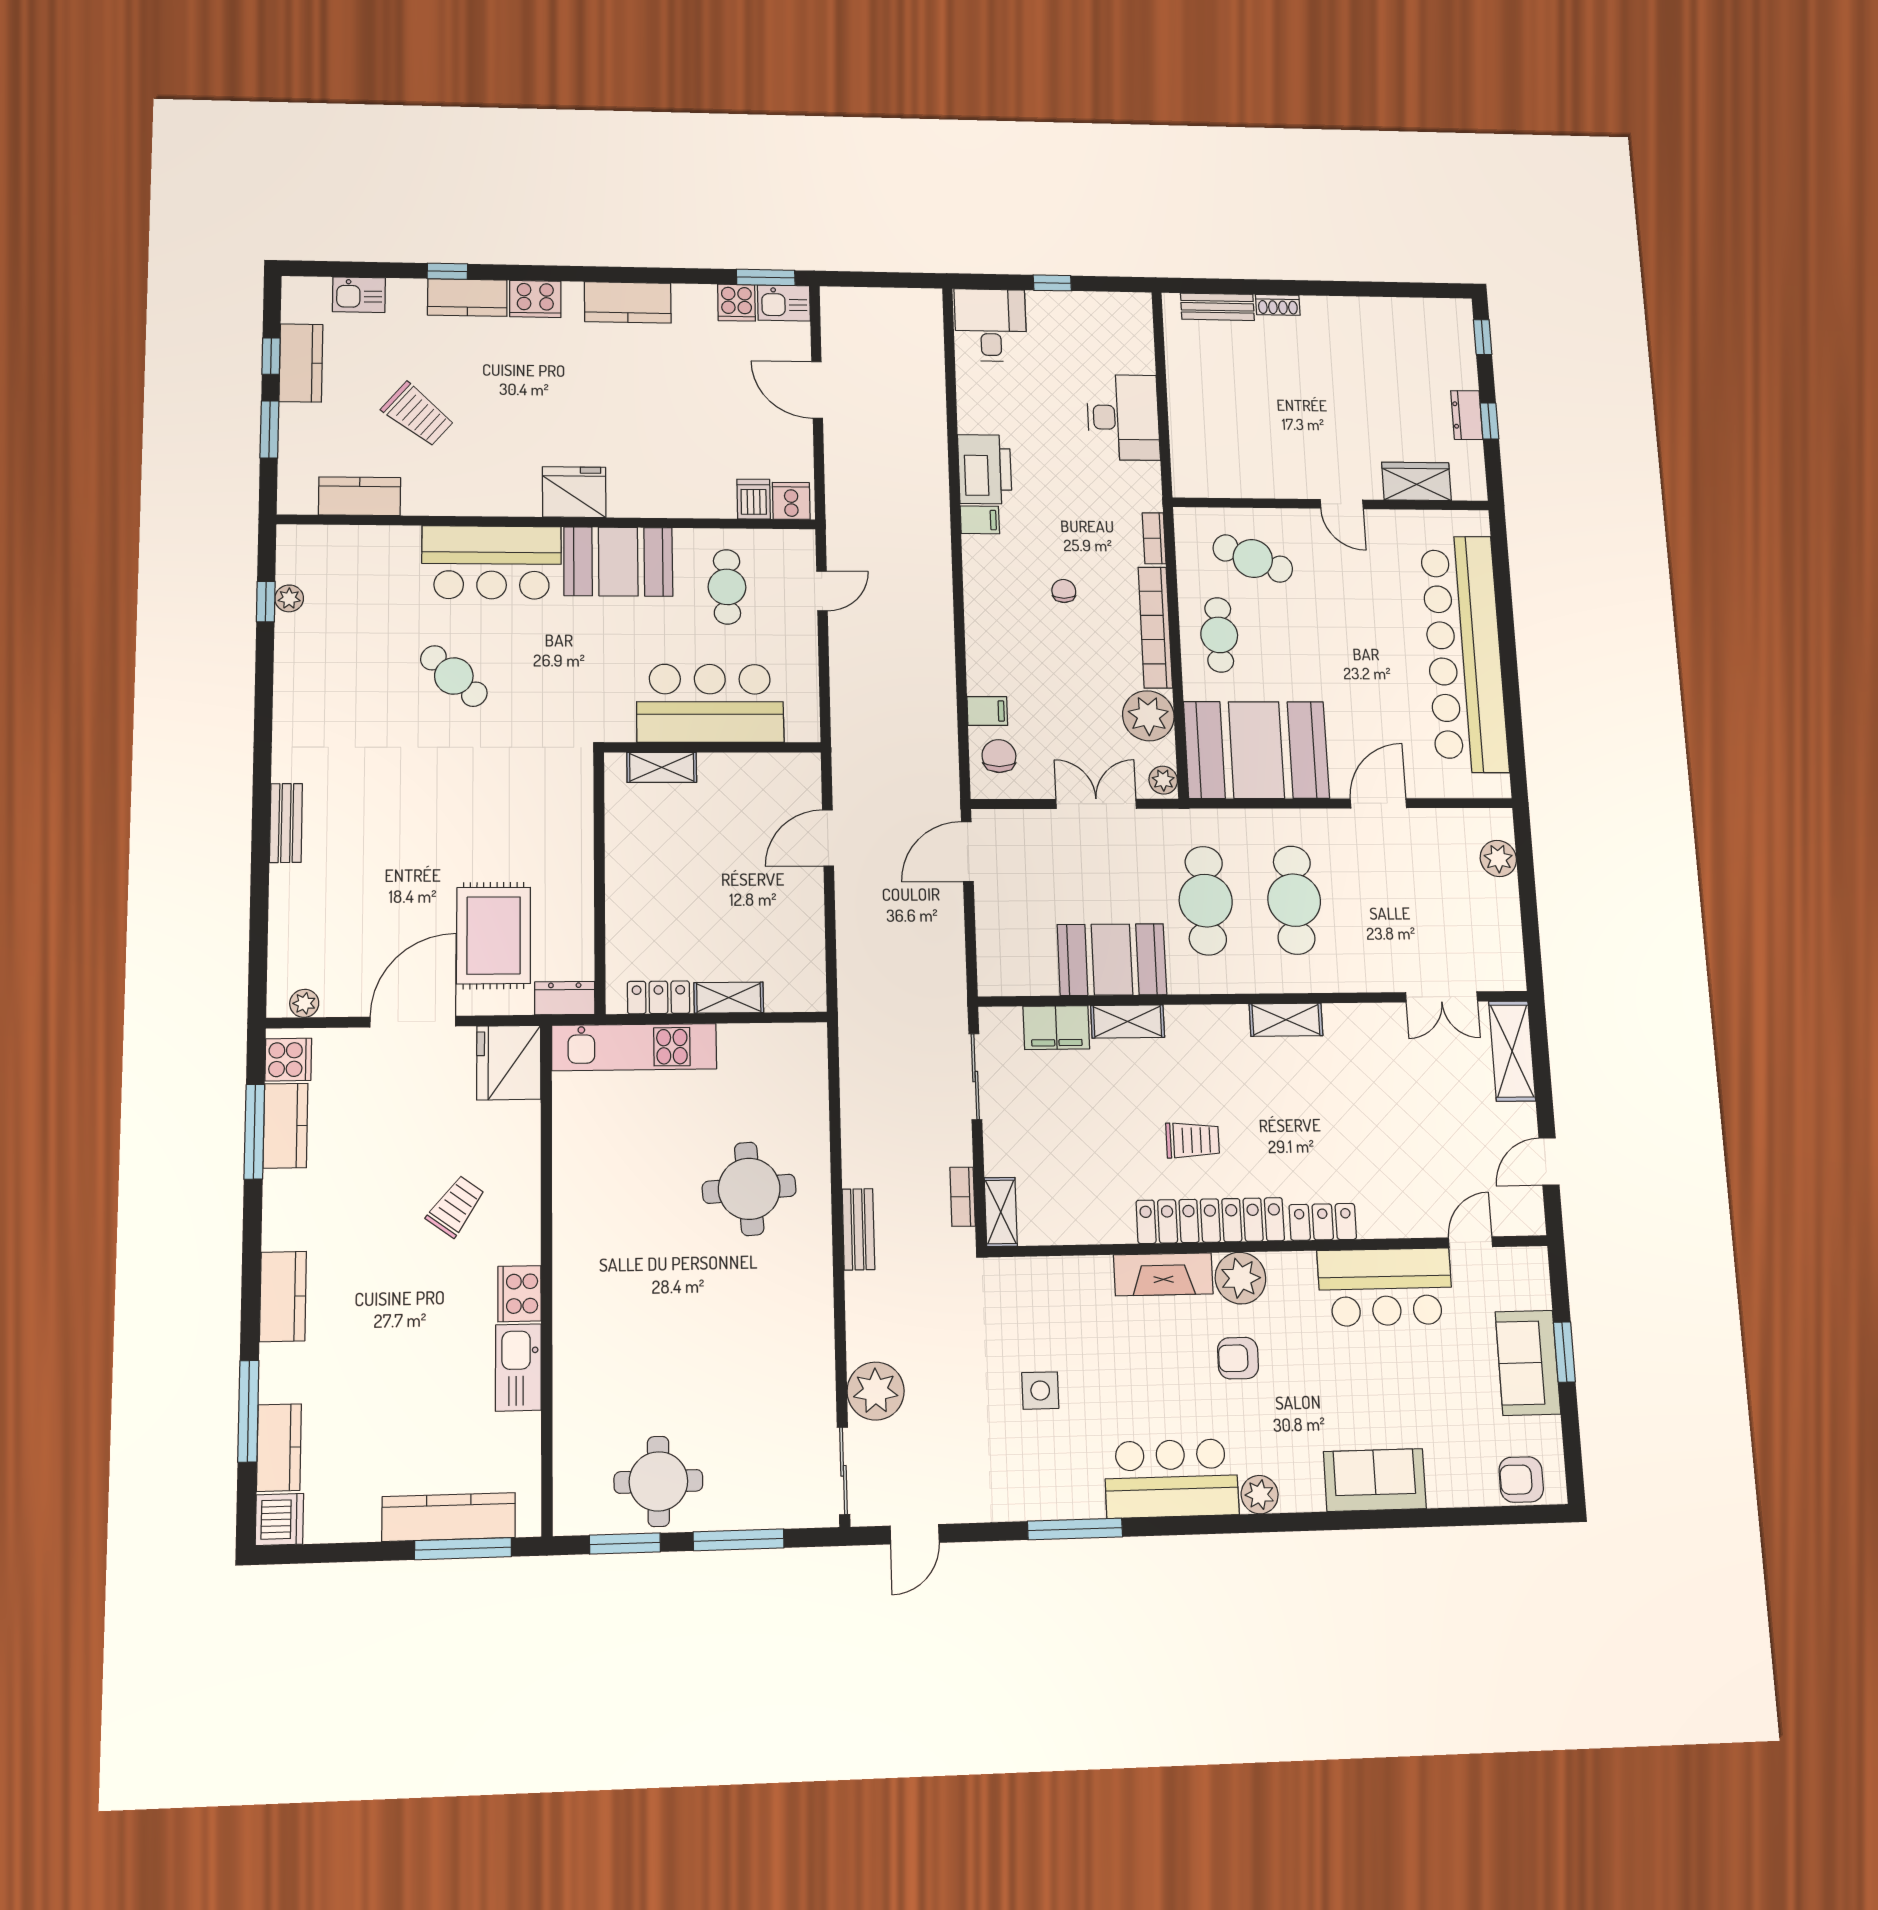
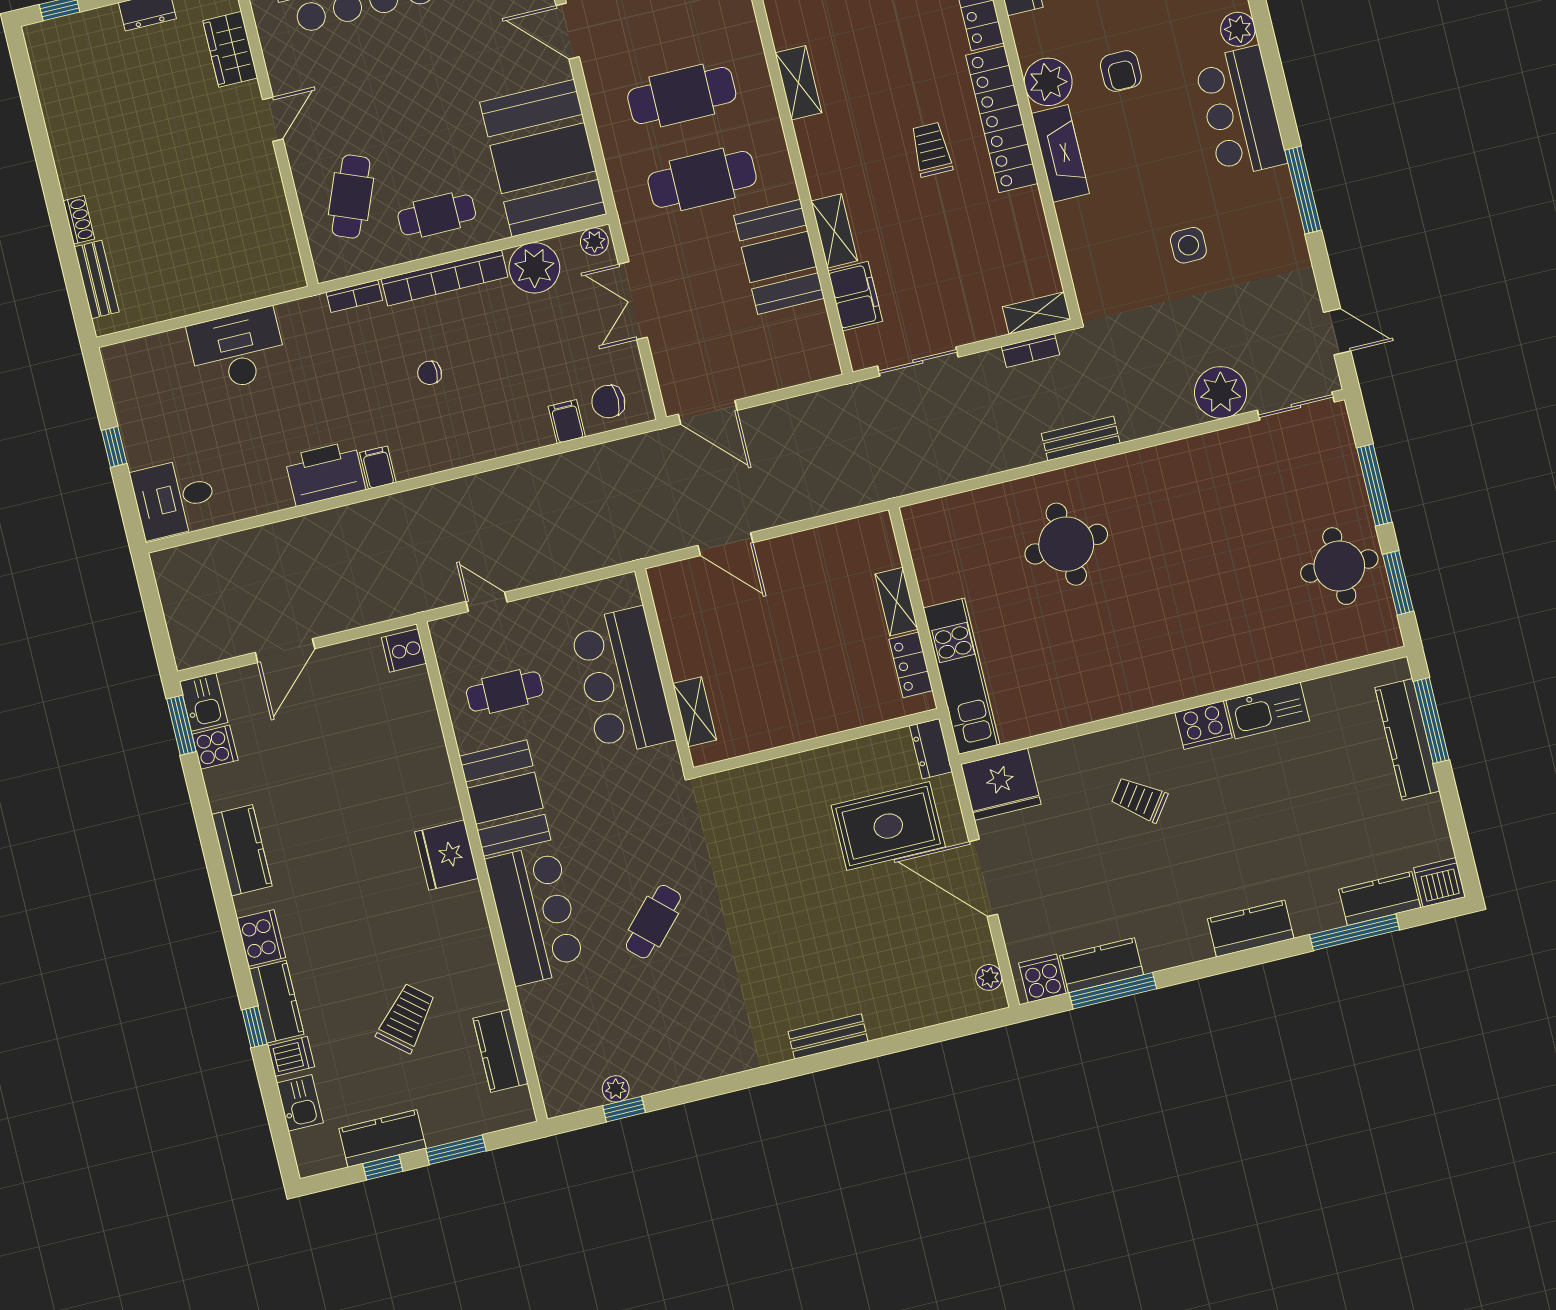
dishwasher: (754, 499) -> (291, 1056), moved, turned 180

